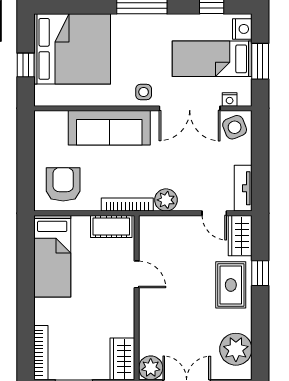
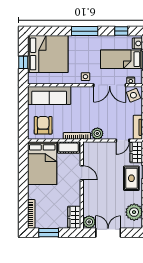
sofa: (109, 128) -> (49, 95), moved
door: (214, 213) -> (123, 140), hinge flipped
bed: (52, 256) -> (42, 163), width x1.50

